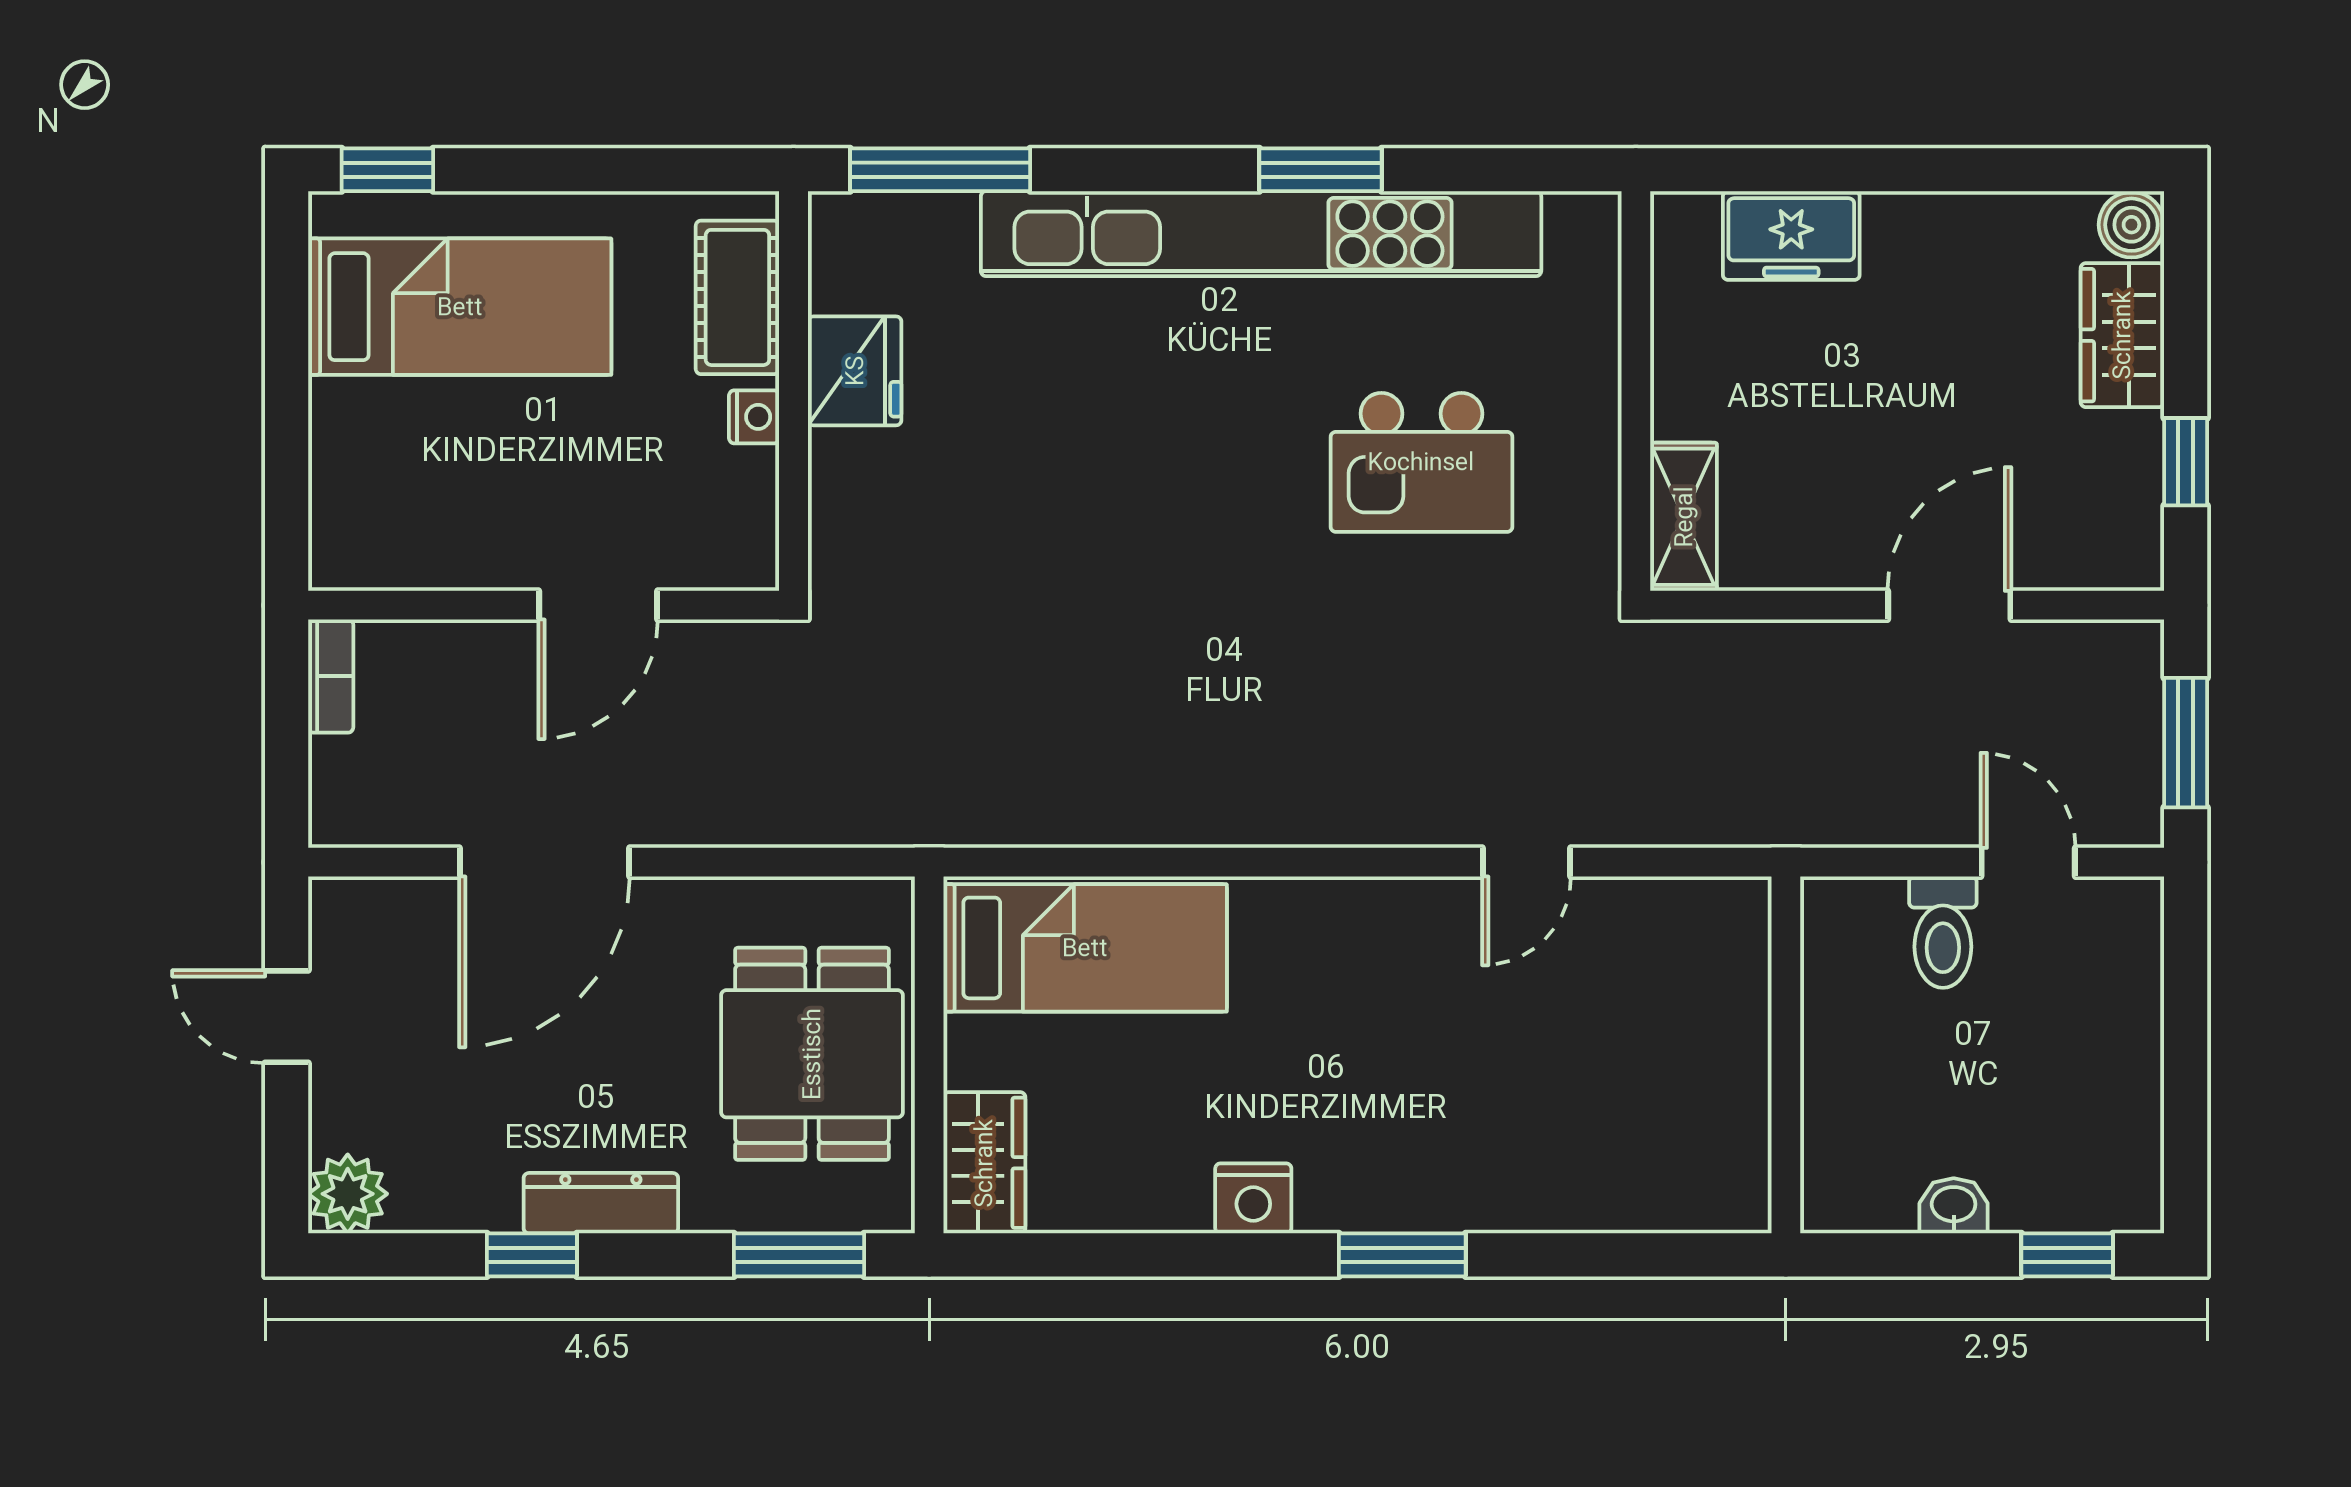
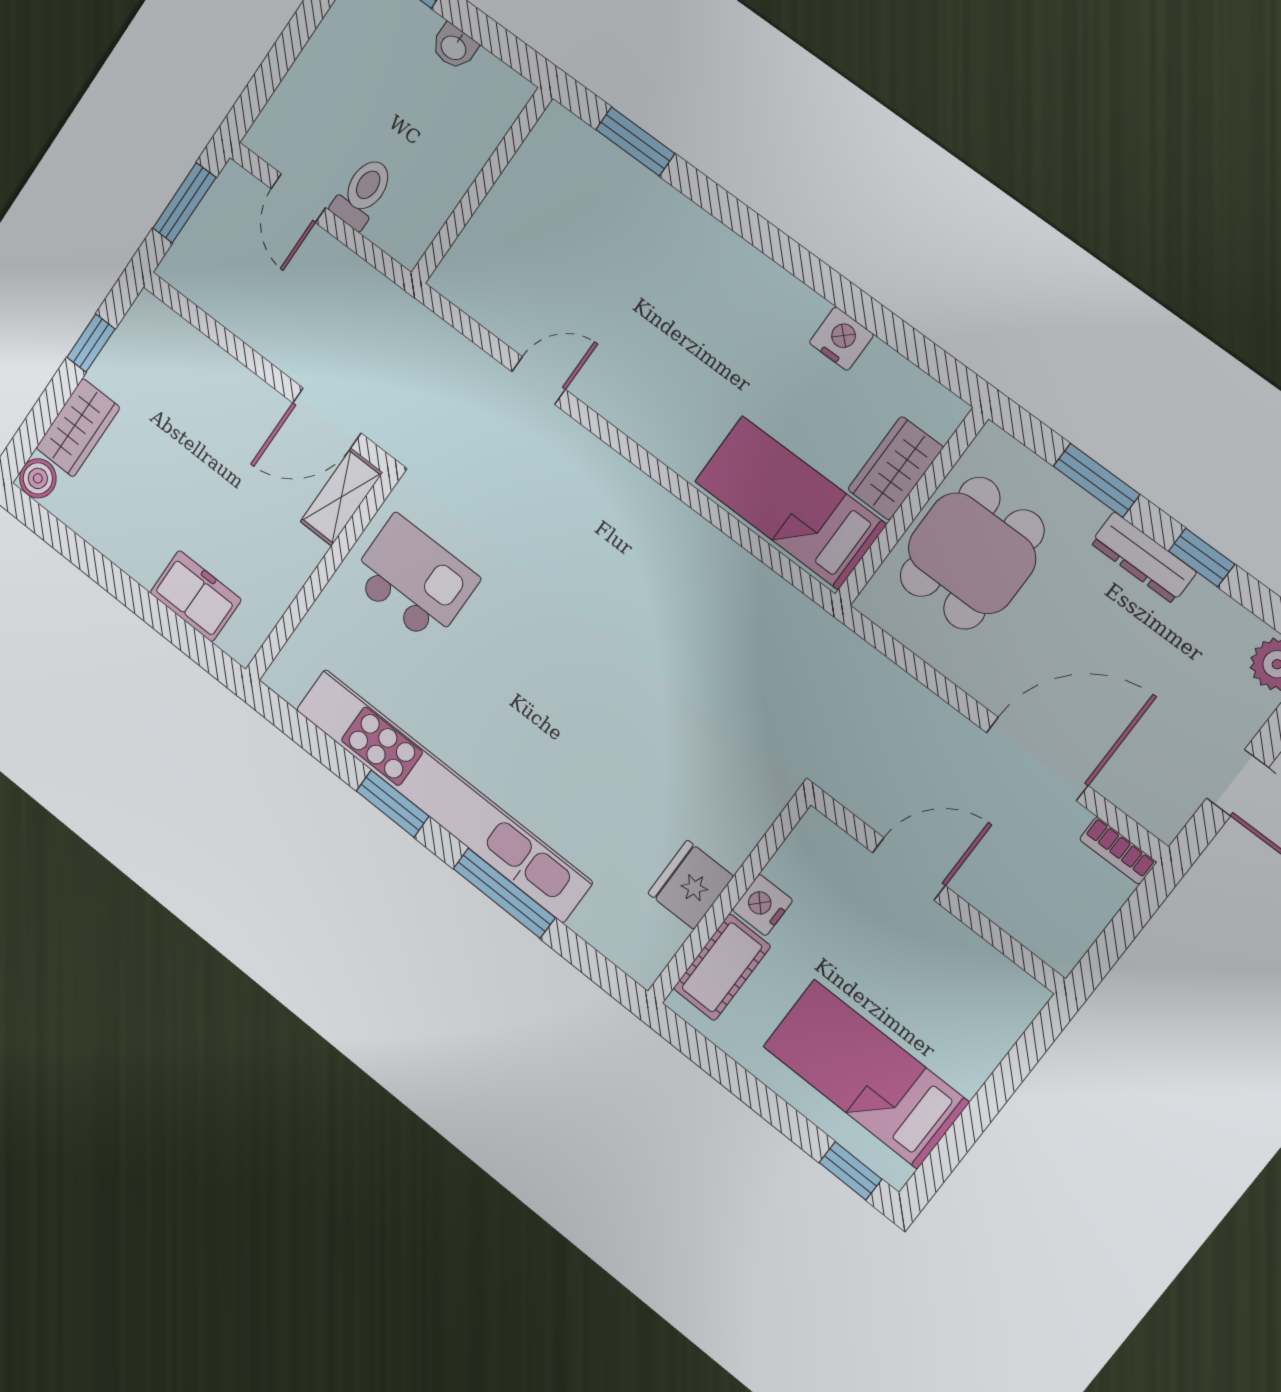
window: (940, 170) -> (504, 893), moved
nightstand: (754, 417) -> (762, 905), width x1.39, depth x1.35
kitchen island: (1421, 462) -> (414, 579), moved
door: (1949, 605) -> (327, 418), moved
bookcase: (331, 676) -> (1118, 851), moved, turned -90
wardrobe: (984, 1163) -> (895, 468), moved
nightstand: (1253, 1198) -> (841, 339), moved
window: (799, 1255) -> (1097, 480), moved
window: (1402, 1255) -> (635, 141), moved

